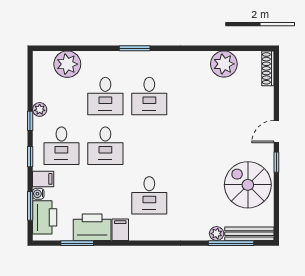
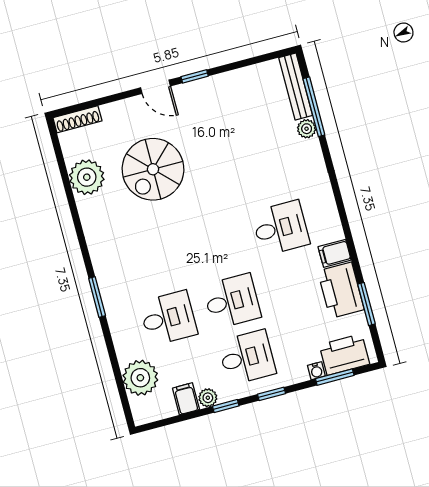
desk: (149, 96) -> (153, 262), removed
filing cabinet: (43, 179) -> (186, 399), moved
spiral stairs: (248, 185) -> (153, 169), moved

